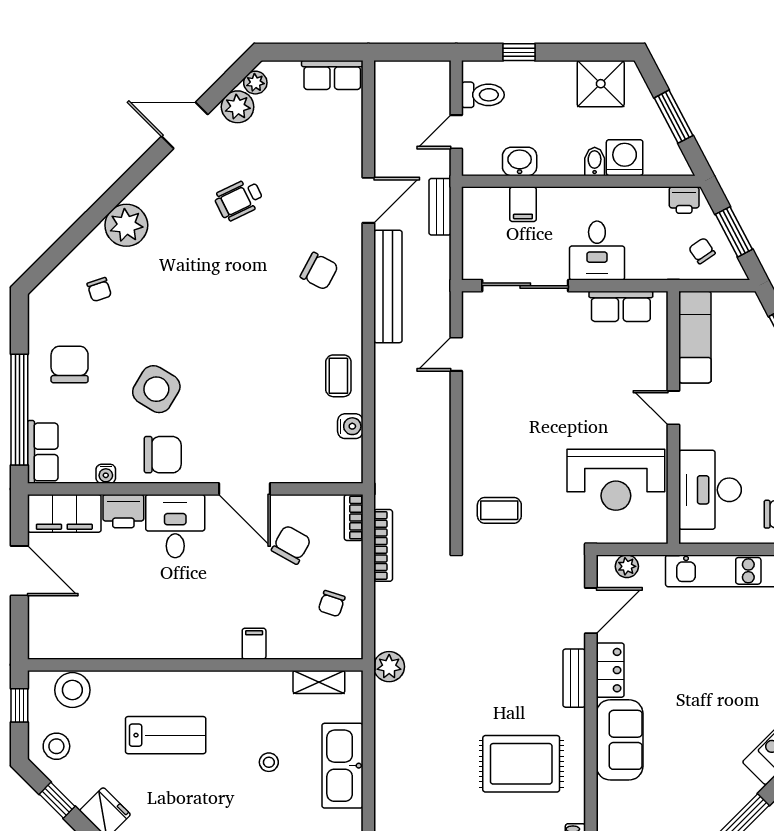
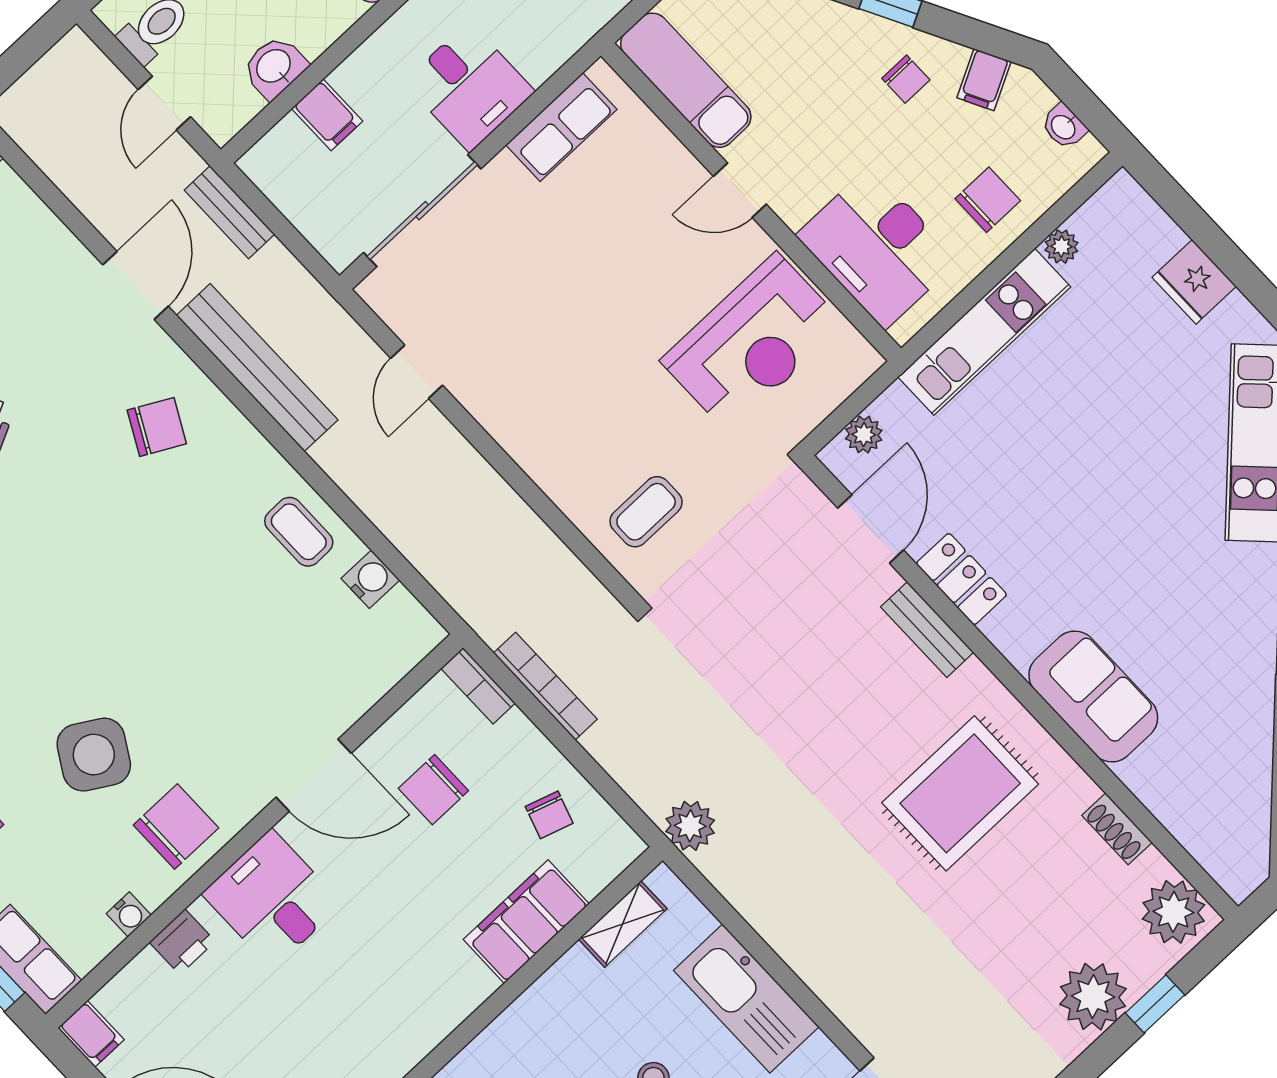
printer: (123, 511) -> (182, 942), width x0.73, depth x0.81
filing cabinet: (64, 513) -> (91, 1034), width x0.33, depth x0.86
chair: (291, 545) -> (433, 790), turned -119
filing cabinet: (254, 644) -> (526, 922), width x3.00, depth x1.17
sofa: (620, 740) -> (1093, 697), moved

